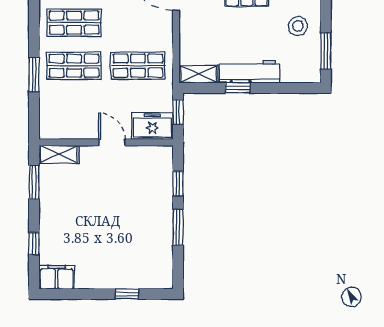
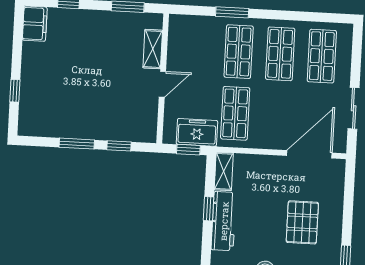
freezer: (152, 126) -> (197, 132), moved, turned -90
shelving: (59, 154) -> (153, 49), moved

